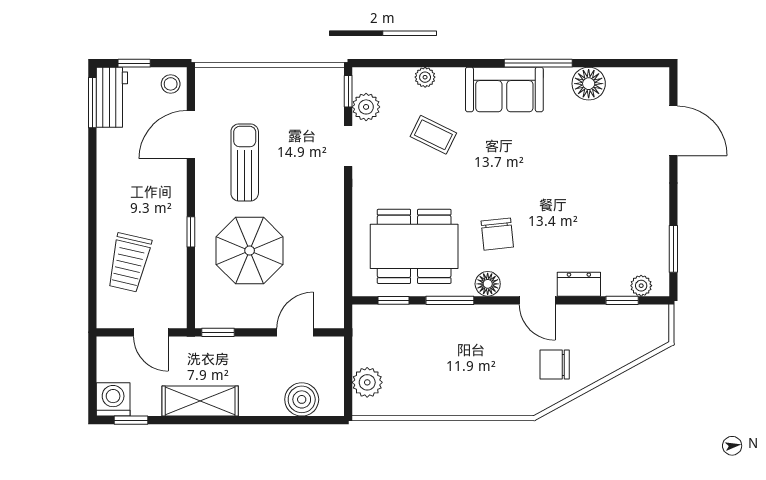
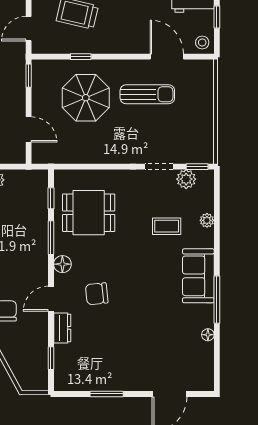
floor lamp: (589, 84) -> (208, 335), width x0.53, depth x0.53
coffee table: (433, 135) -> (167, 226), turned 64
window: (191, 232) -> (81, 57), moved
chair: (497, 234) -> (97, 294), moved
dining table: (414, 246) -> (89, 213), width x0.73
window: (673, 249) -> (107, 394), moved
plant: (641, 286) -> (61, 371), removed

